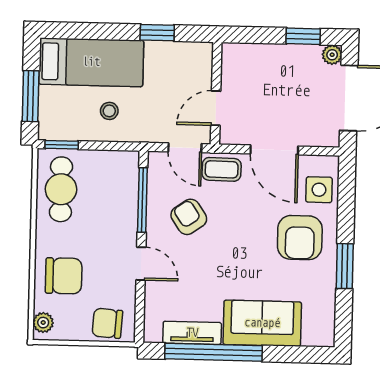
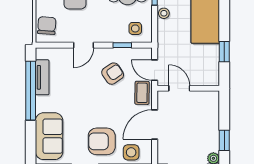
stool: (109, 111) -> (164, 13), moved
door: (185, 148) -> (155, 70), hinge flipped
side table: (116, 178) -> (135, 28), added
window: (142, 200) -> (122, 45), width x0.46
sofa: (262, 323) -> (49, 136), moved

